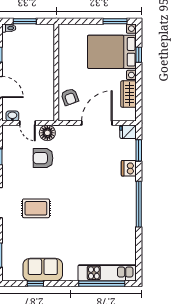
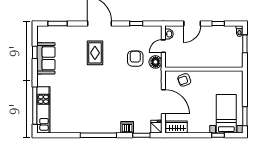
bed with nightstands: (112, 52) -> (226, 114), width x0.73
wardrobe: (129, 94) -> (176, 127), moved

